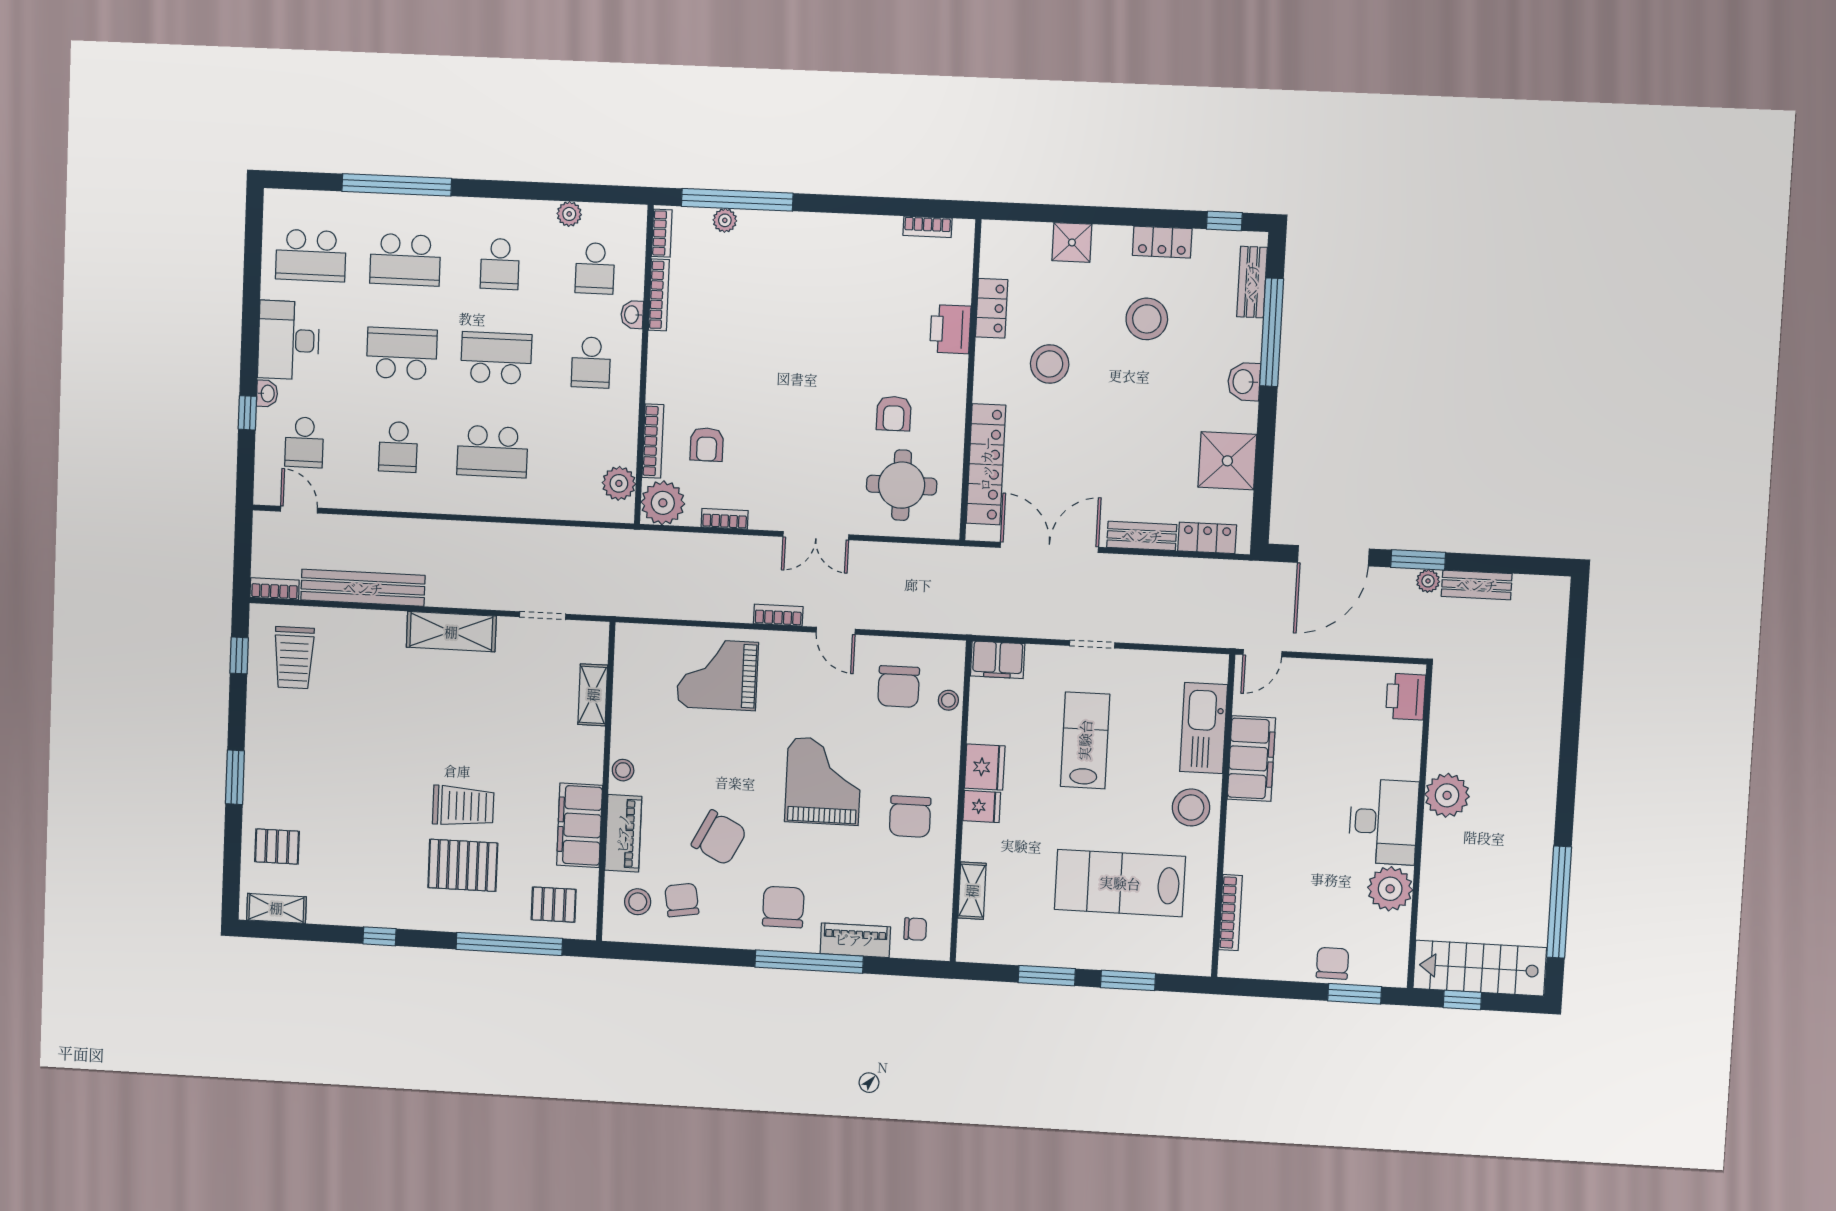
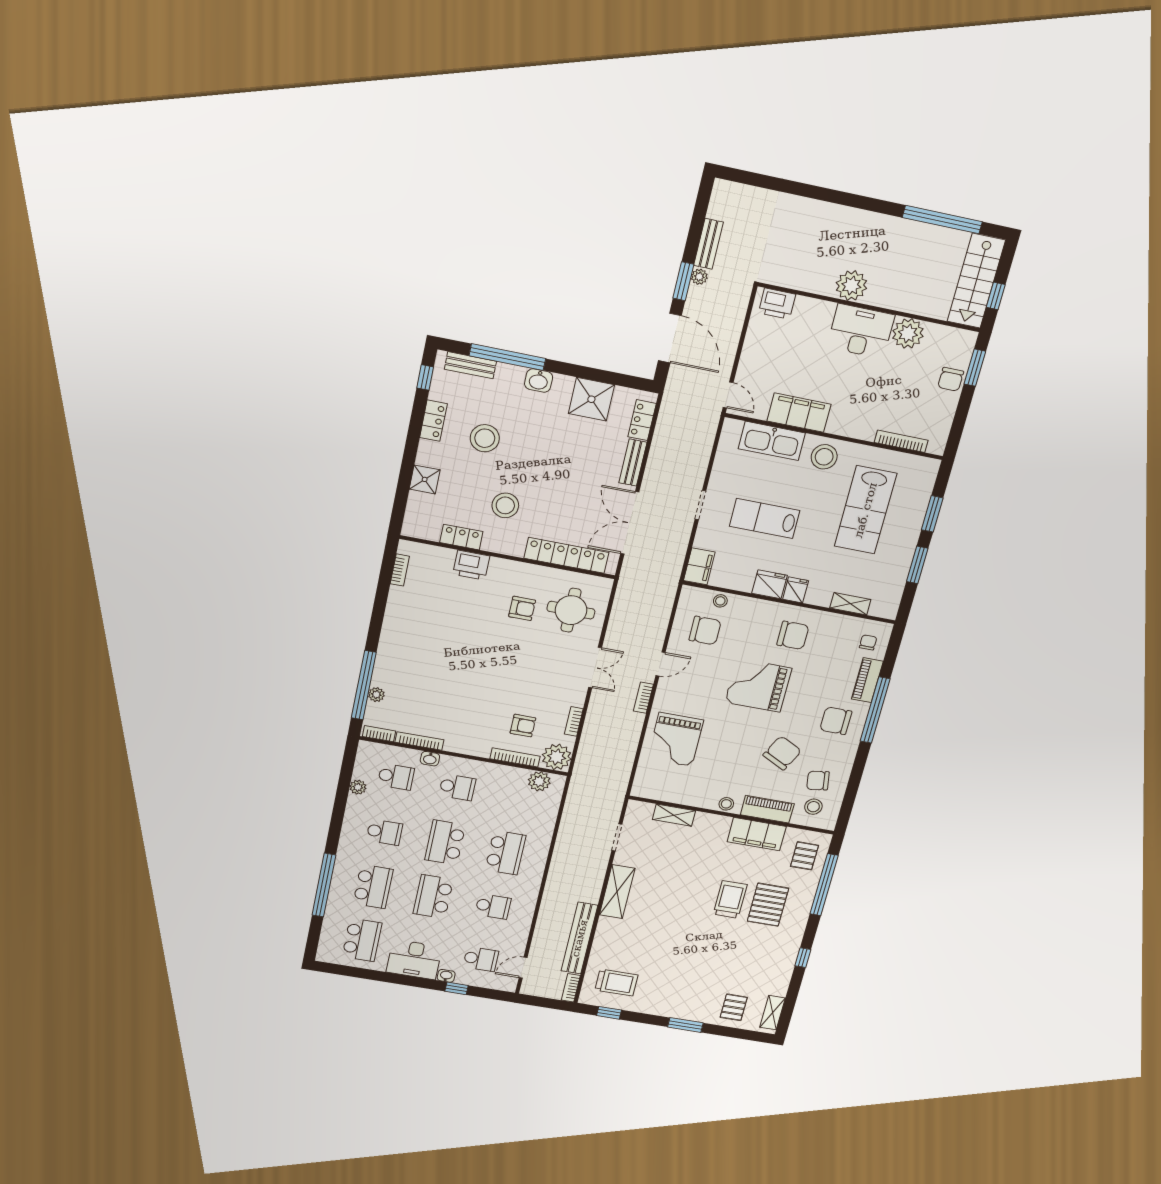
chair: (1332, 963) -> (951, 379), turned -90

